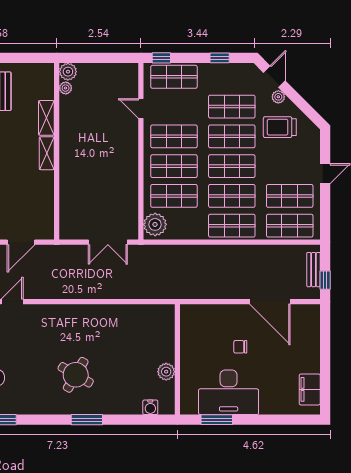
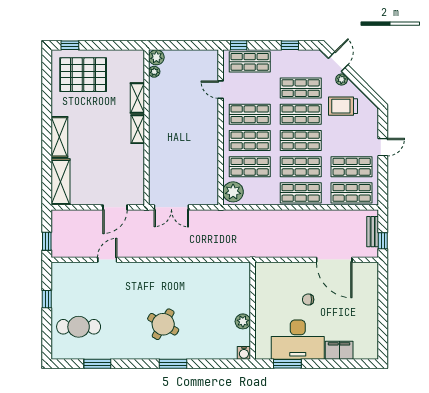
double door: (108, 242) -> (171, 207), moved
filing cabinet: (310, 389) -> (339, 350), moved, turned 90
water cooler: (150, 407) -> (244, 353), moved

